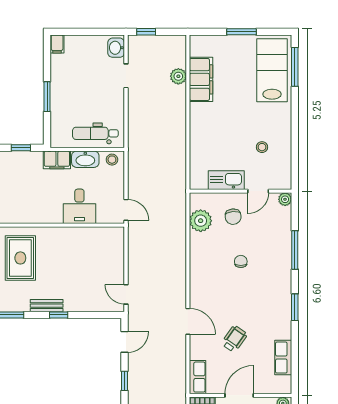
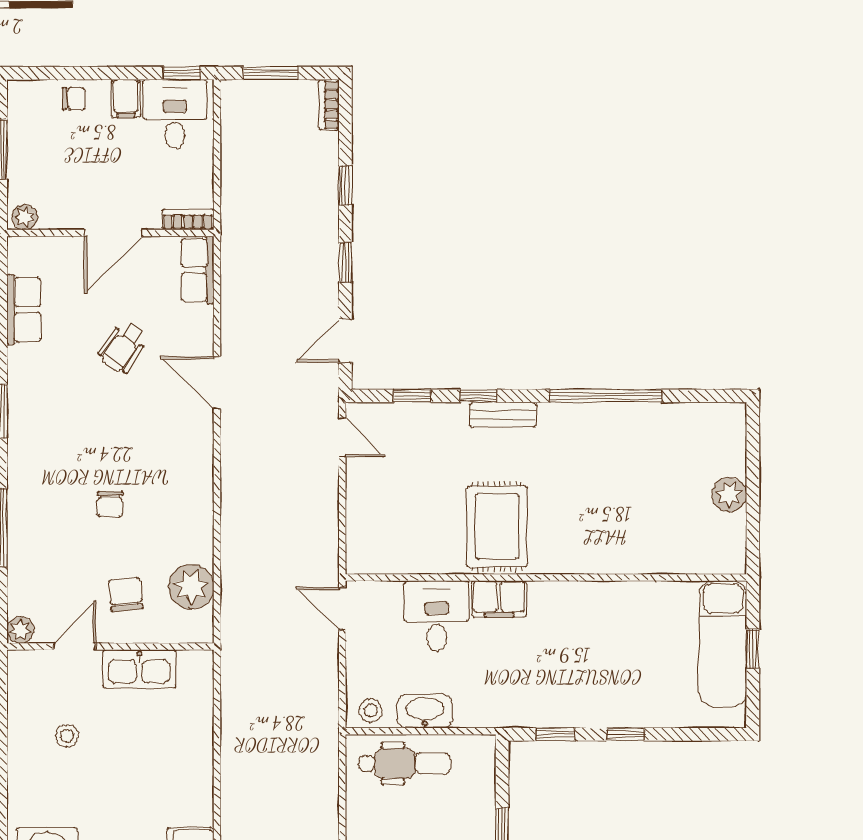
filing cabinet: (57, 160) -> (499, 599), moved, turned 180
rug: (20, 258) -> (497, 527), moved
window: (92, 315) -> (412, 396), added

